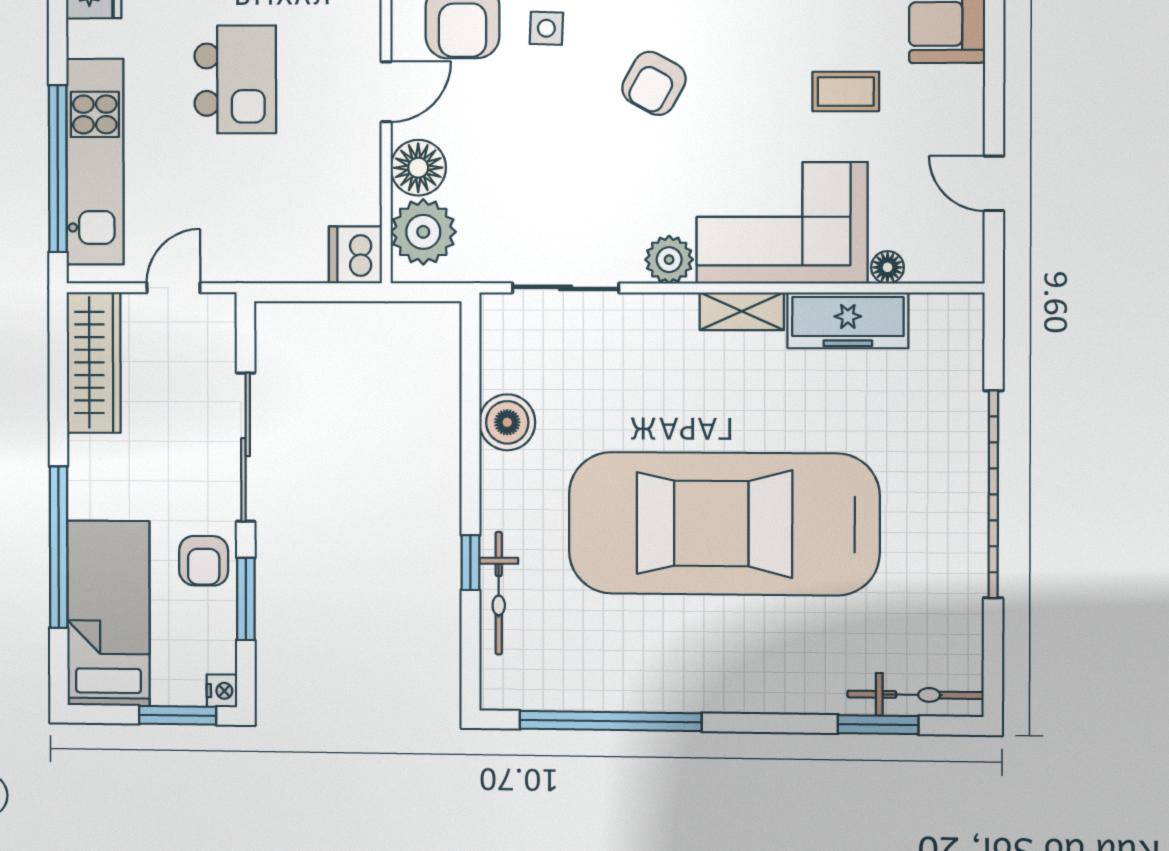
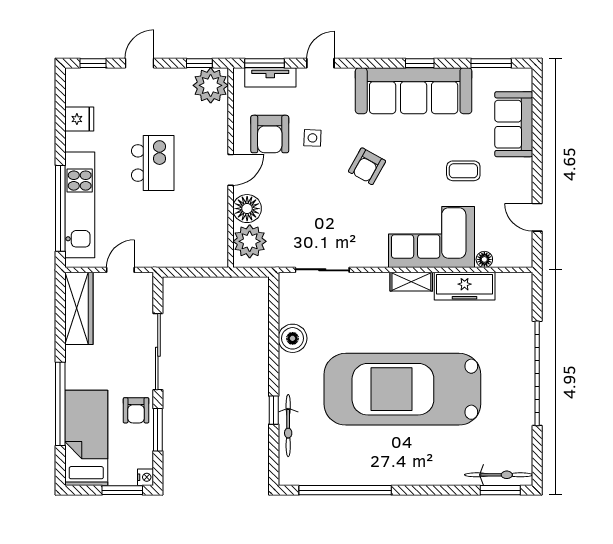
dishwasher: (355, 255) -> (215, 253), removed
plant: (669, 260) -> (375, 255), removed
window: (878, 725) -> (500, 490), moved

